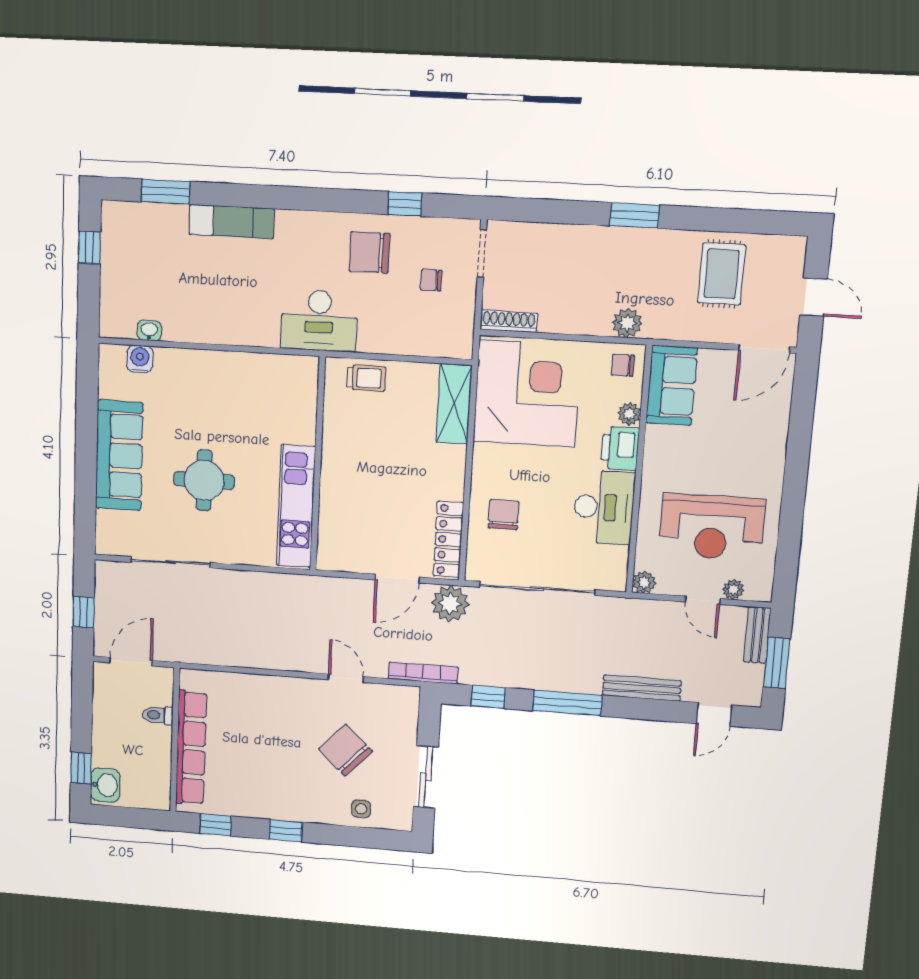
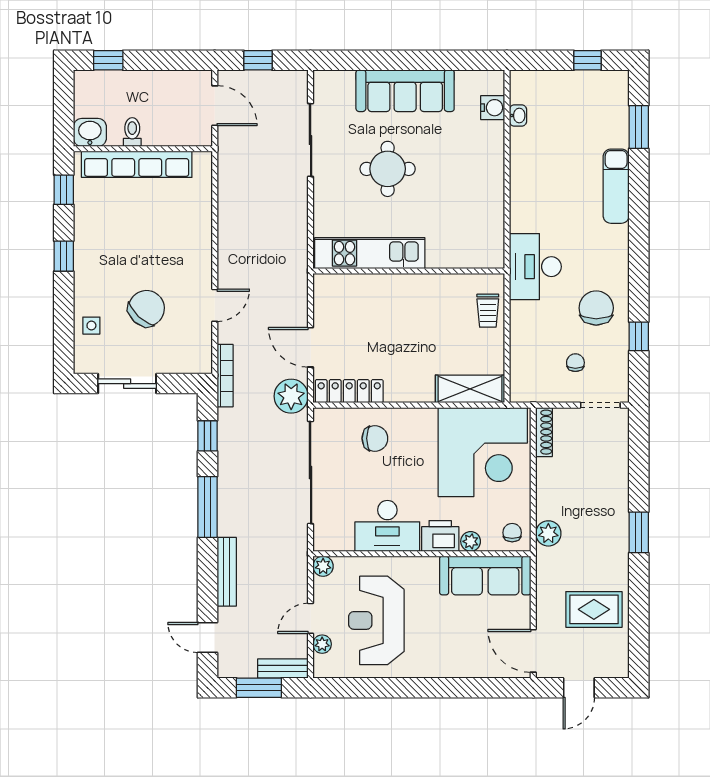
sofa: (672, 385) -> (485, 575), width x1.36
toilet: (158, 715) -> (132, 132), moved
washbasin: (105, 785) -> (90, 132), moved, turned 180

